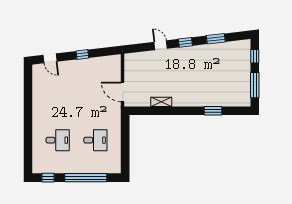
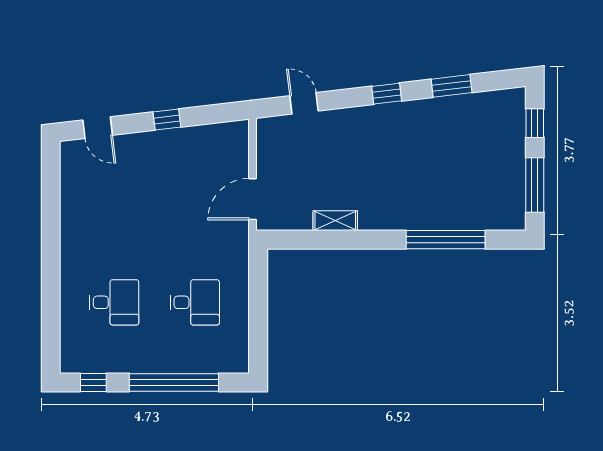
door: (161, 45) -> (304, 103), moved
door: (123, 92) -> (253, 199), hinge flipped
window: (213, 111) -> (446, 240), width x2.11

